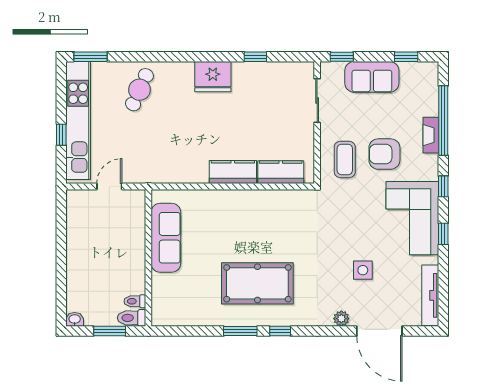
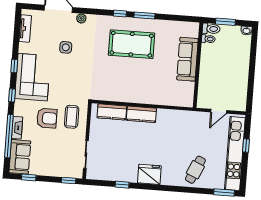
sofa: (372, 77) -> (20, 157), moved, turned 90
sofa: (166, 238) -> (187, 59), moved
tv unit: (430, 295) -> (25, 29), width x0.71

